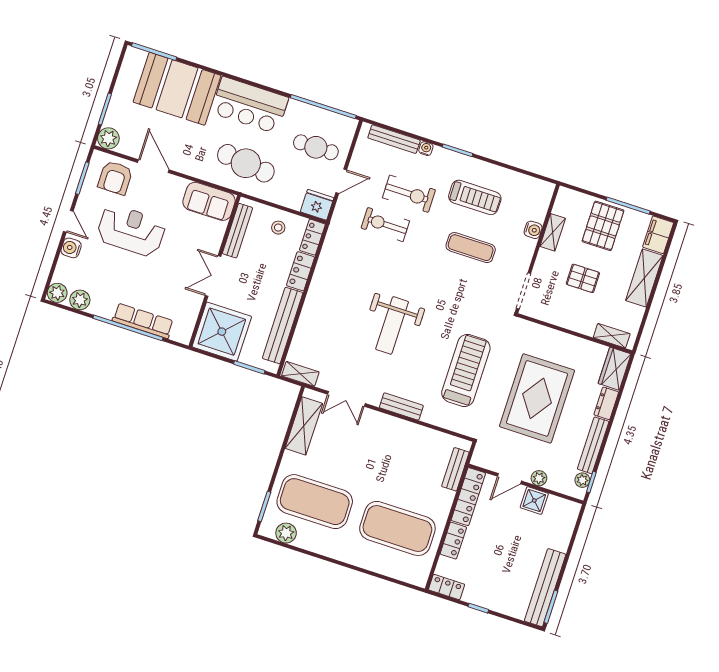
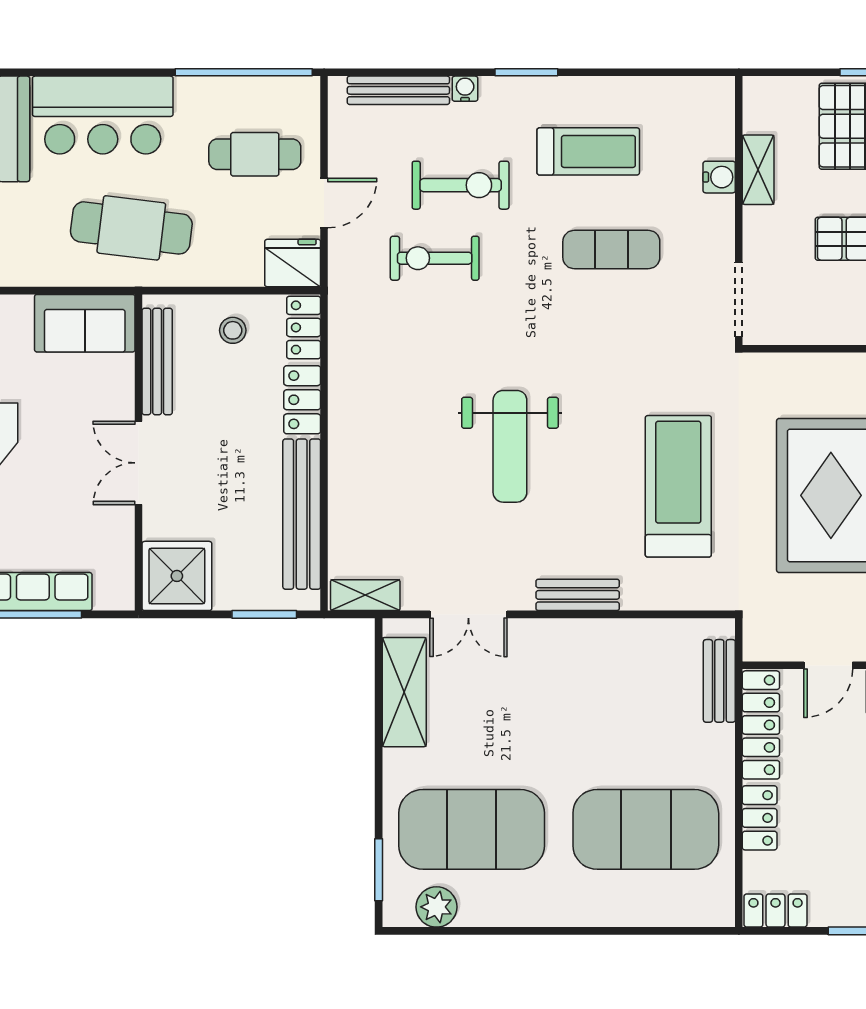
shower: (222, 332) -> (177, 576), width x0.73, depth x0.73

